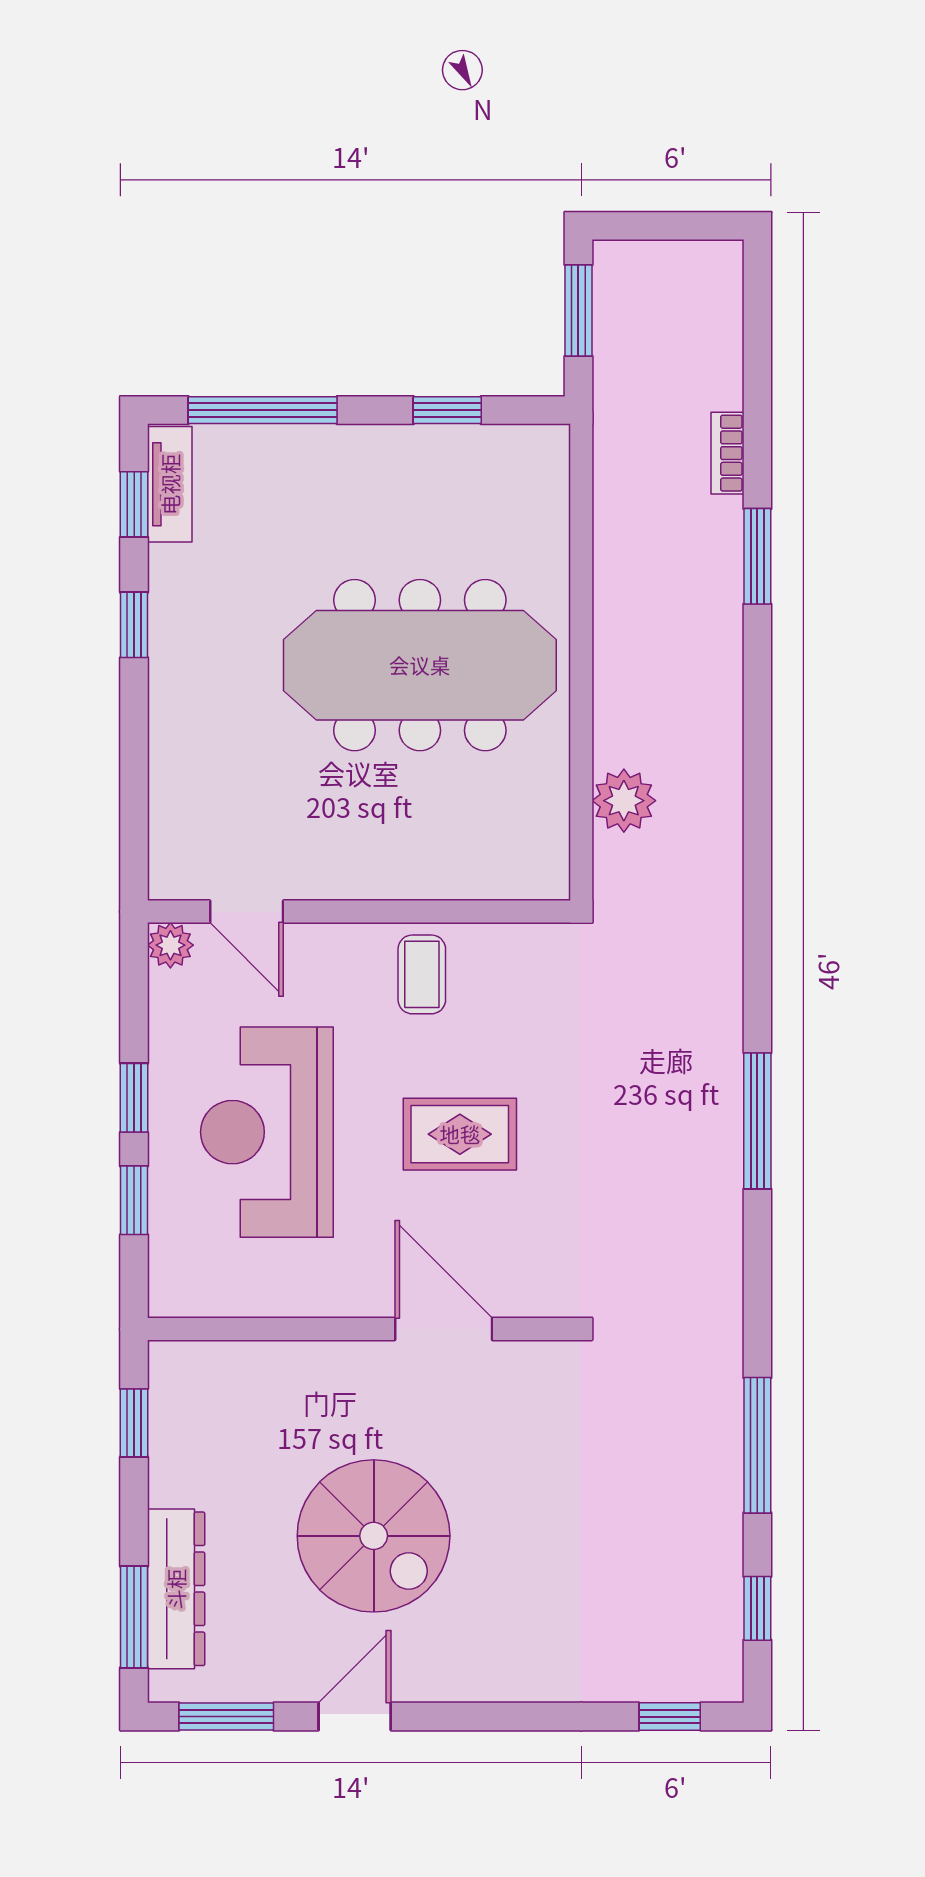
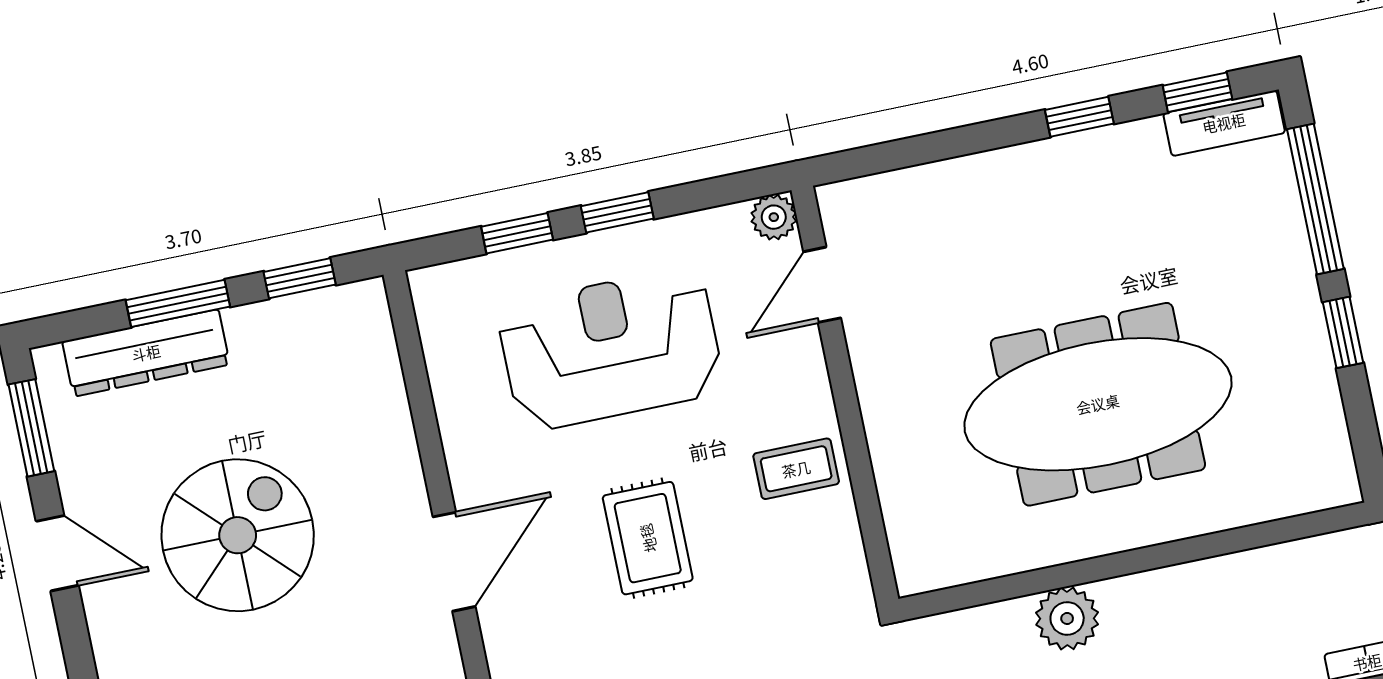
window: (447, 410) -> (1343, 332), moved
meeting table: (420, 665) -> (1098, 404), turned 90
plant: (624, 801) -> (1067, 618), moved
spiral stairs: (374, 1536) -> (238, 535), turned 180
window: (134, 1617) -> (178, 303), moved

